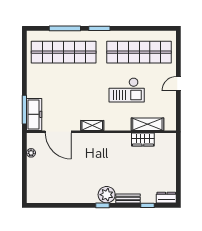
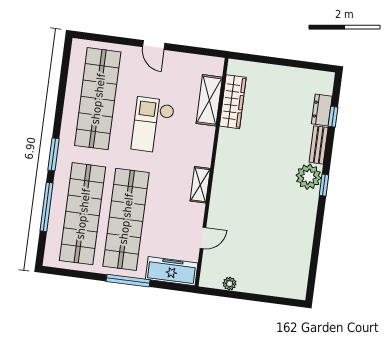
shop shelf: (64, 81) -> (126, 219), added
checkout: (127, 90) -> (153, 125), turned 180
window: (24, 110) -> (128, 281), moved
door: (58, 132) -> (203, 238), width x0.53
wardrobe: (143, 140) -> (233, 102), width x1.50
dresser: (166, 198) -> (322, 110), moved

